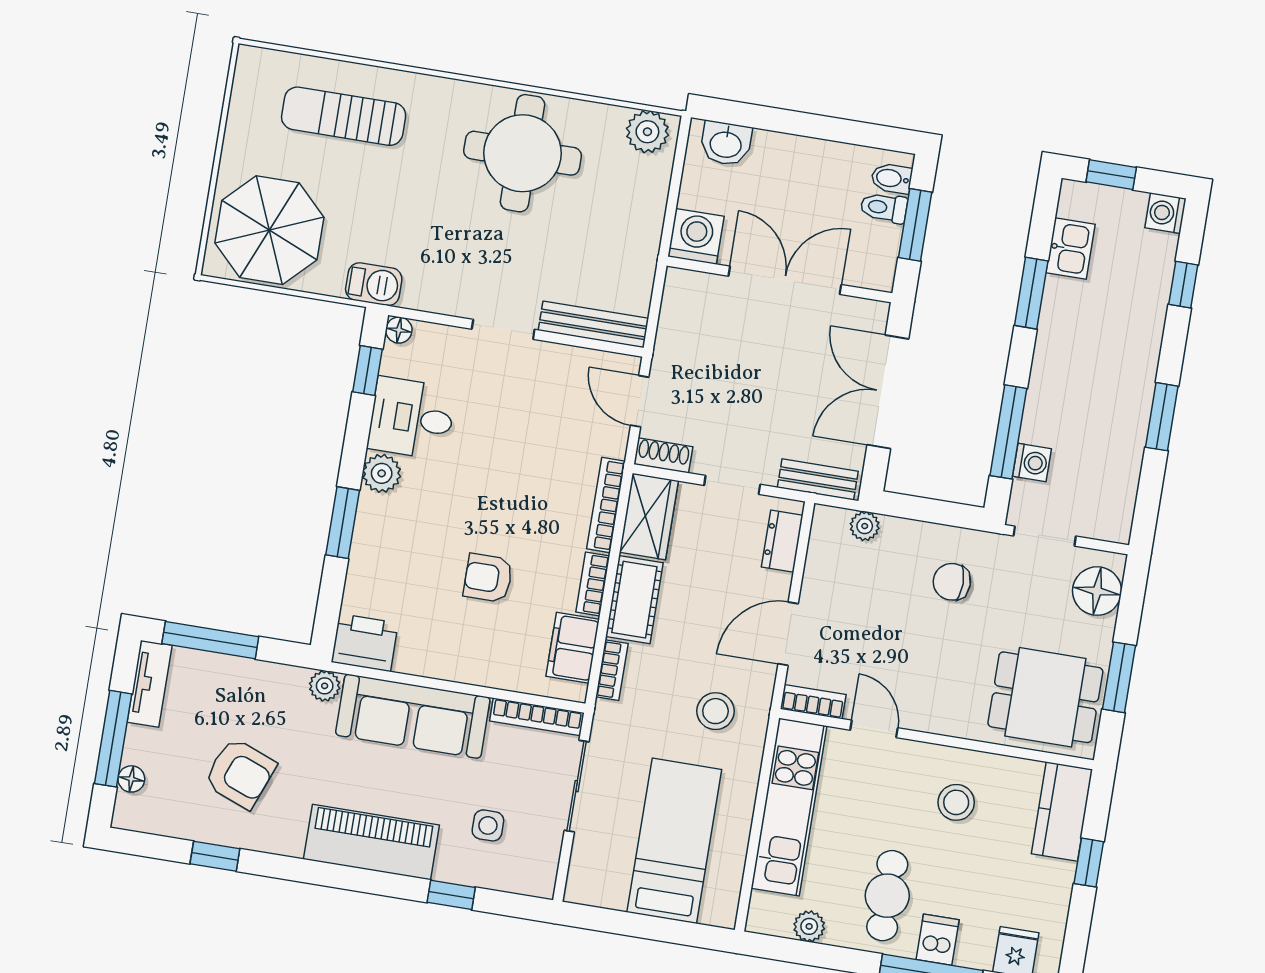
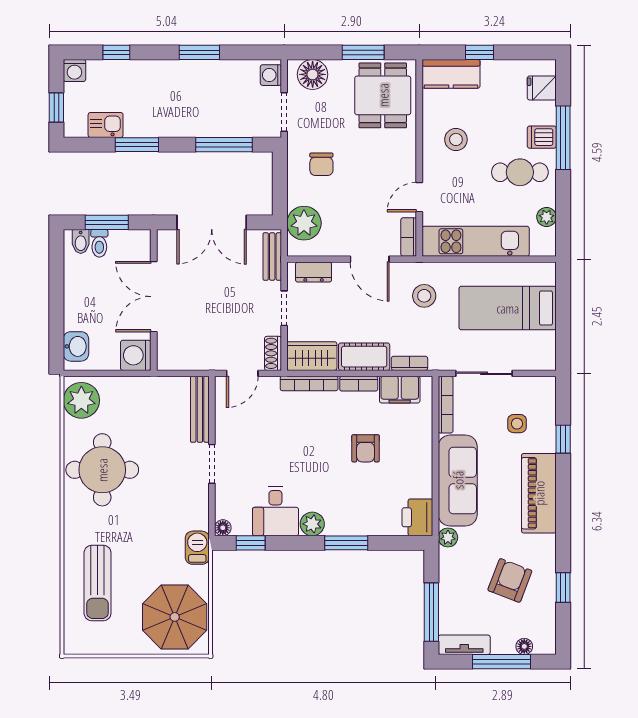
plant: (647, 132) -> (81, 400), width x1.36, depth x1.36
washing machine: (1032, 463) -> (271, 75), moved, turned -90
plant: (865, 526) -> (304, 223), width x1.87, depth x1.87

